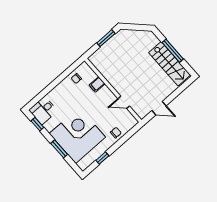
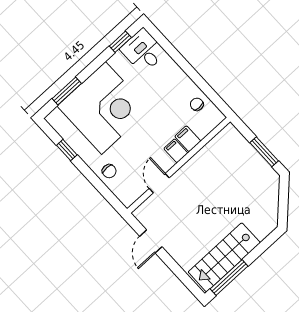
window: (173, 51) -> (229, 278), moved
filing cabinet: (104, 92) -> (176, 151), added
window: (59, 149) -> (67, 91), moved

